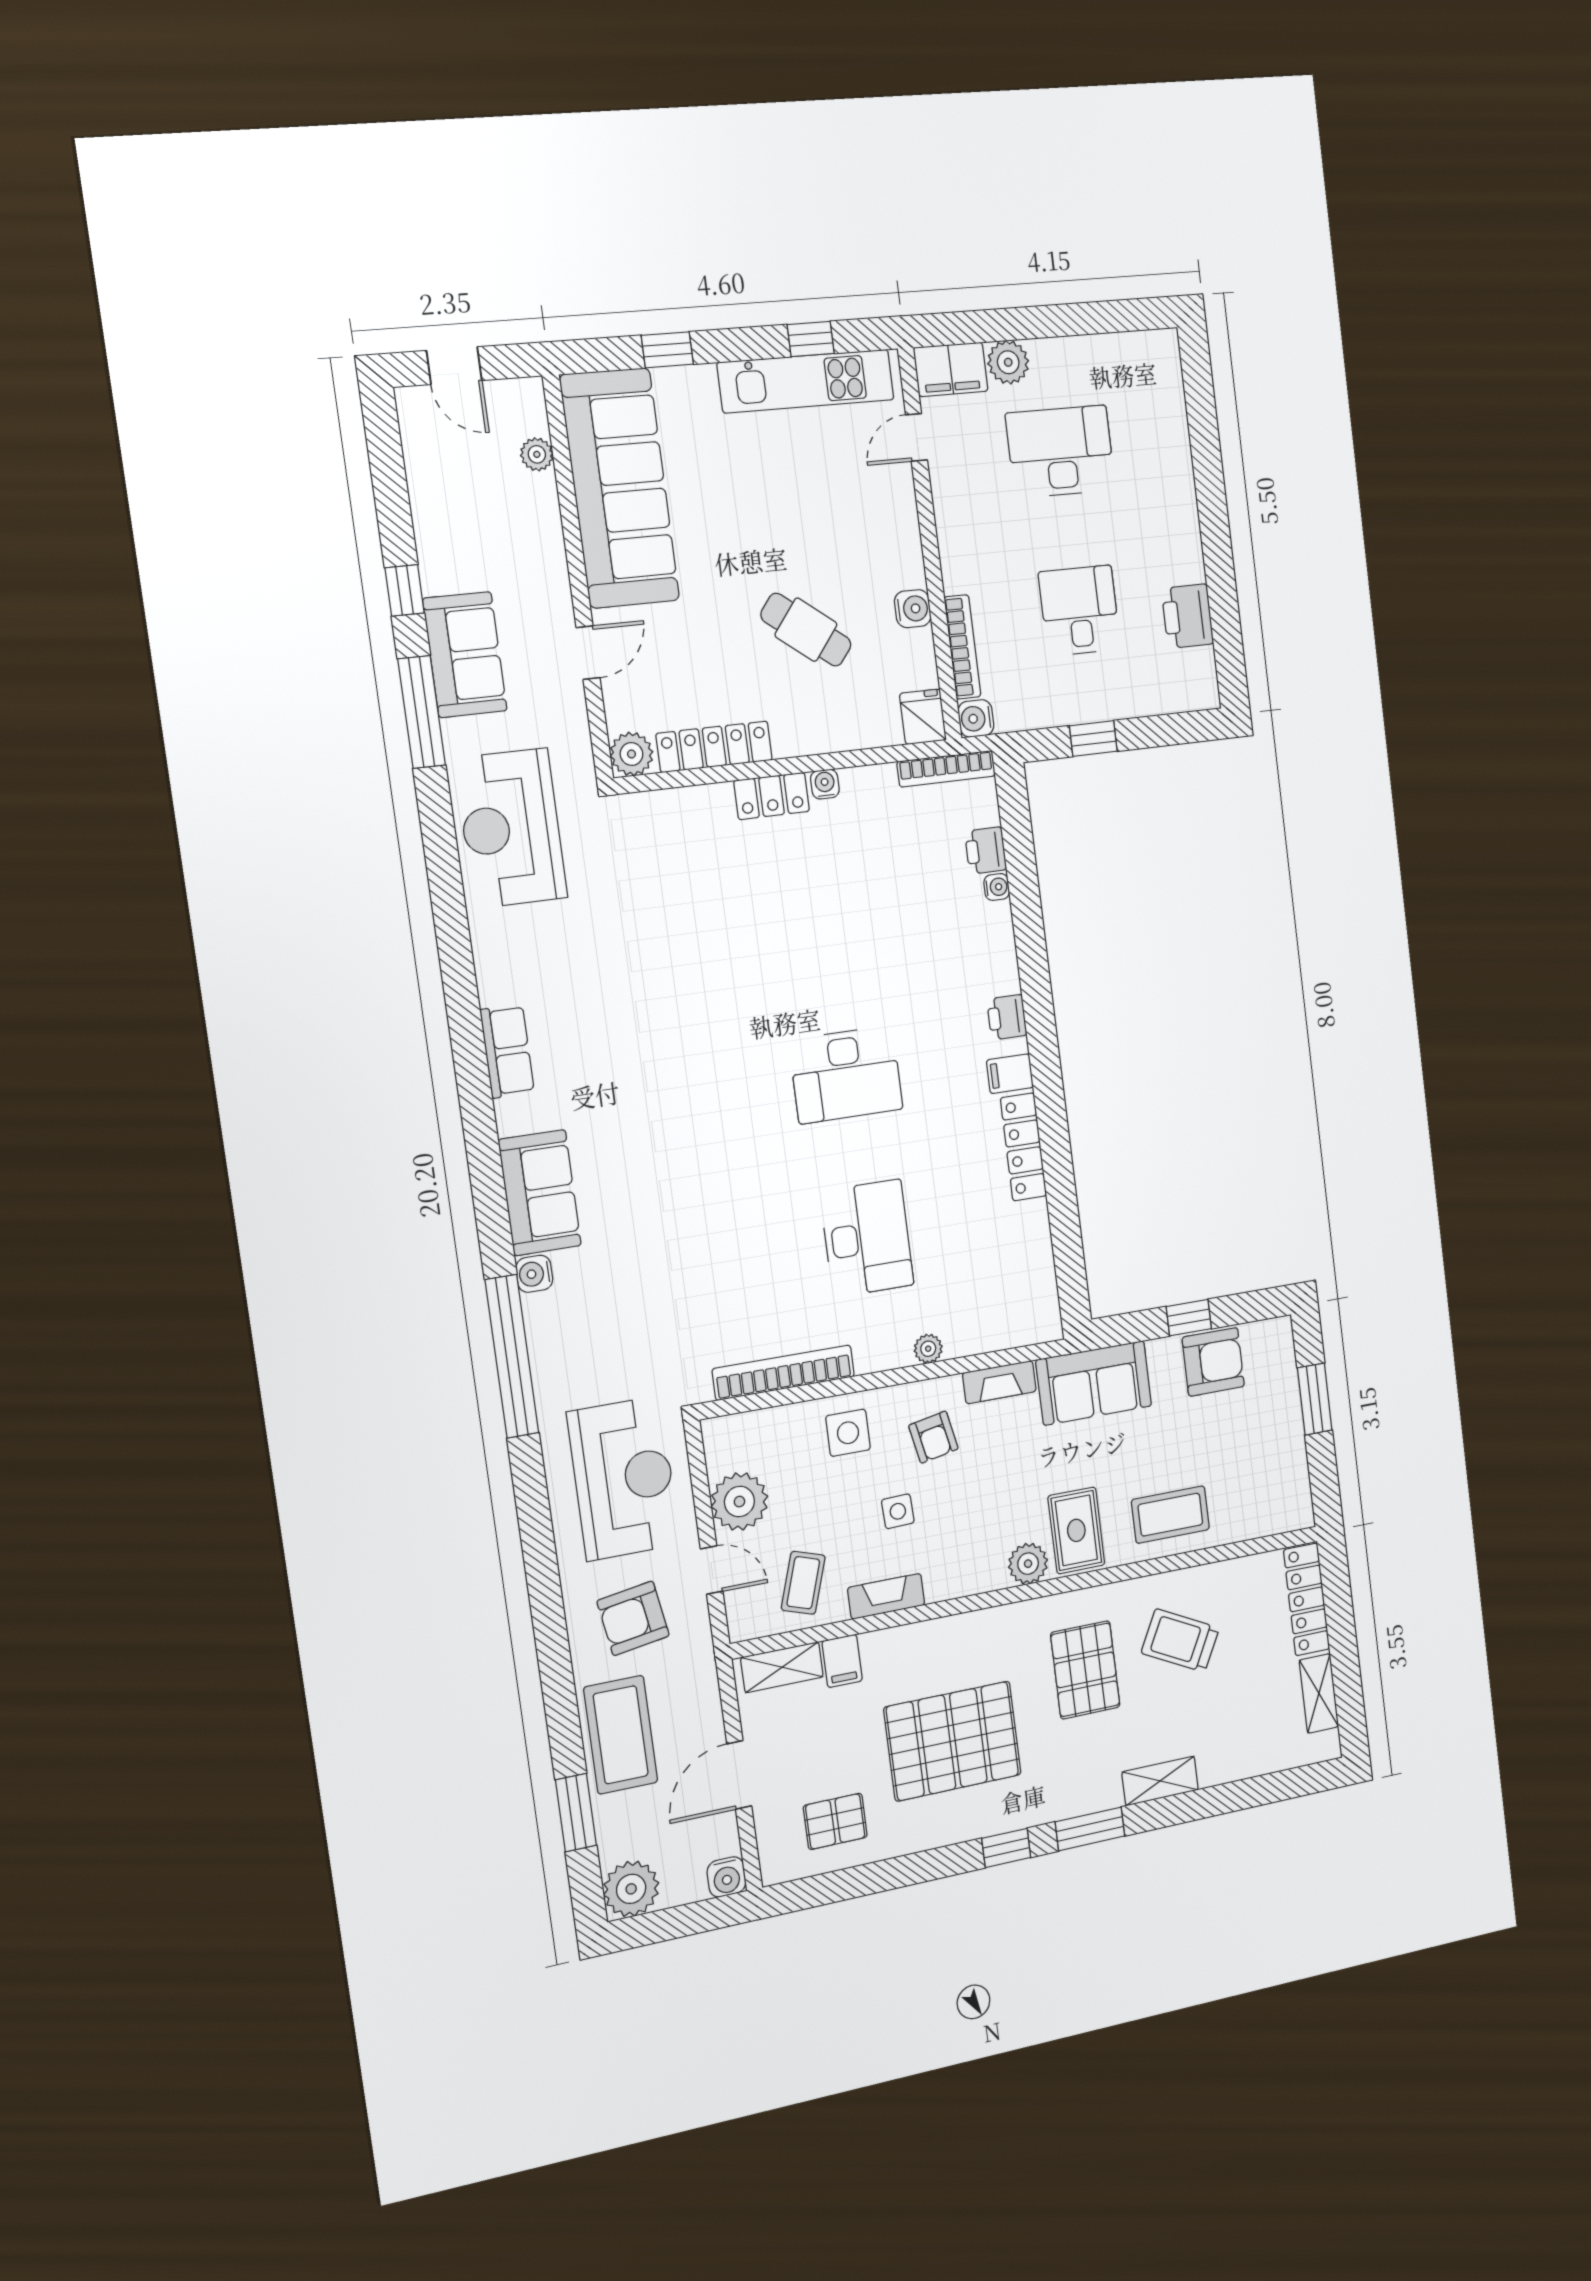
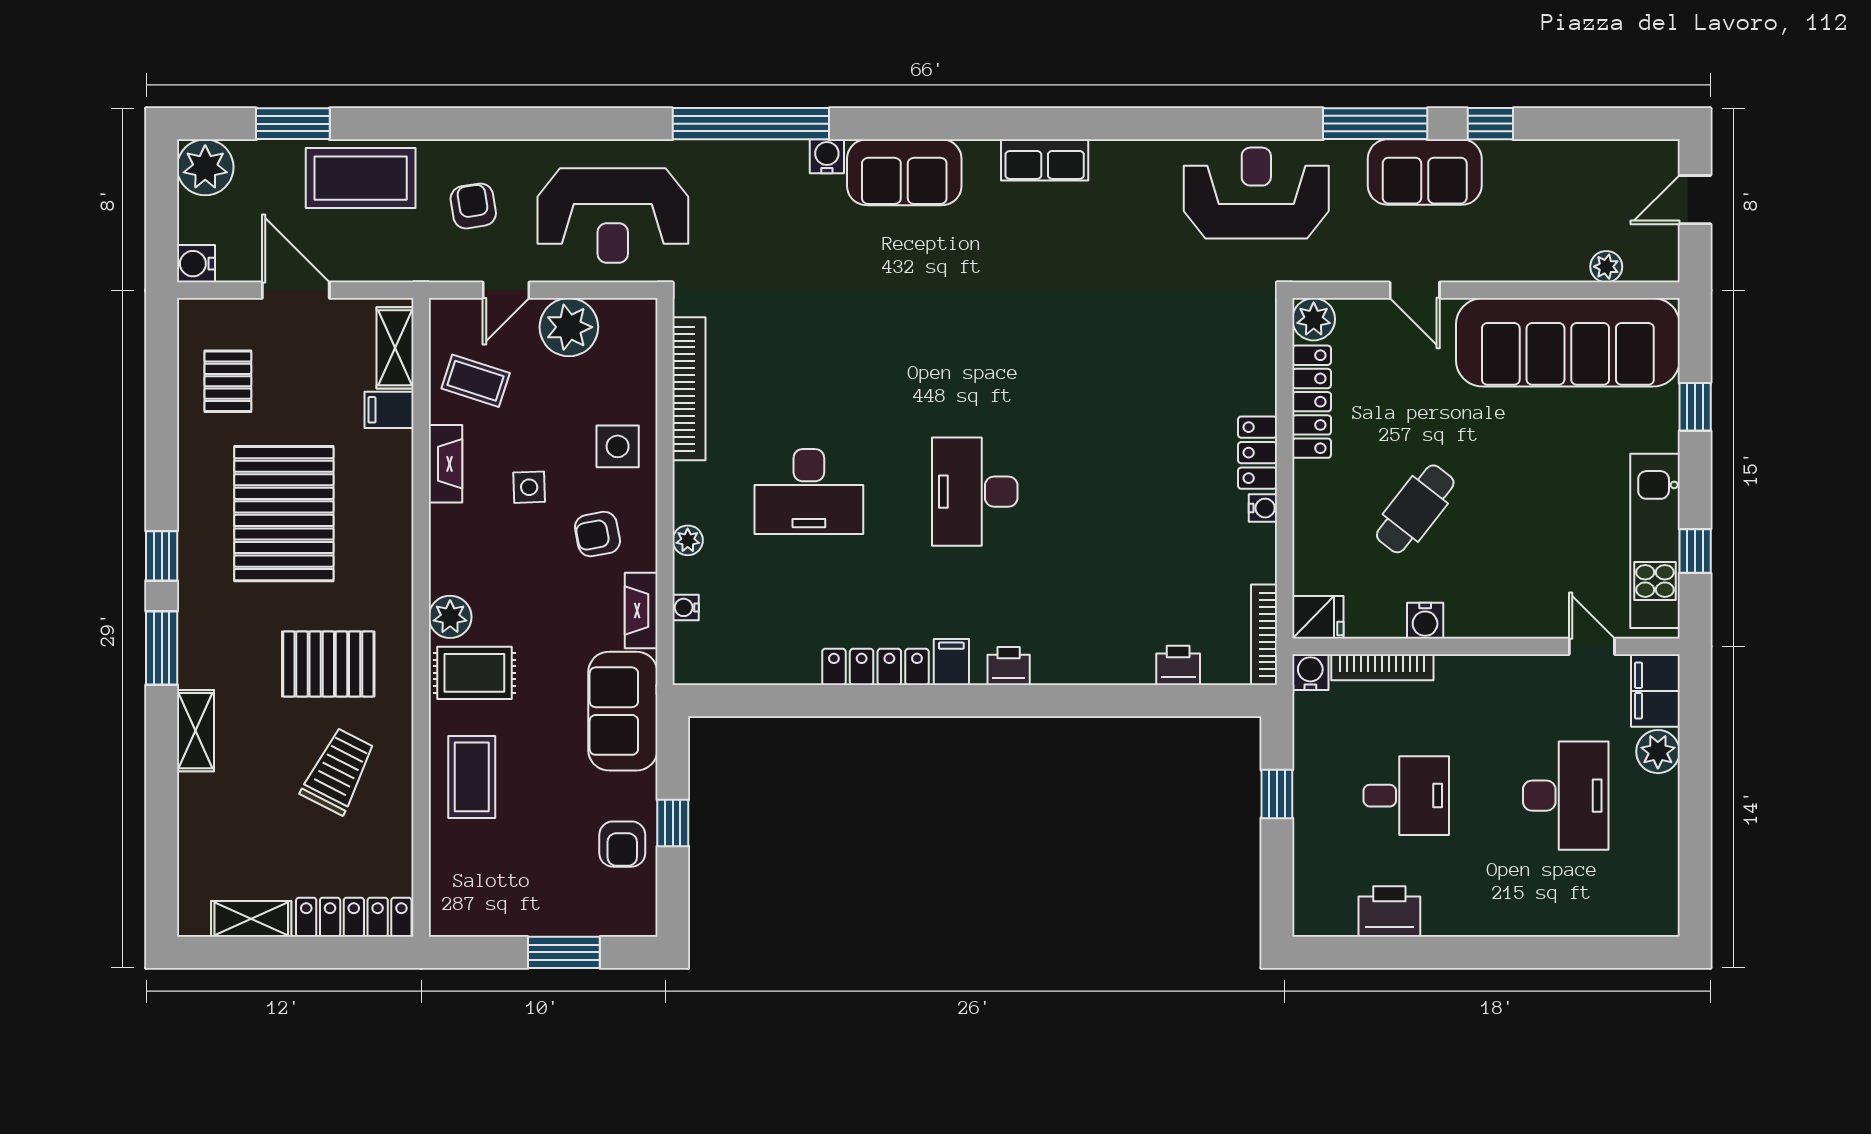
water cooler: (997, 887) -> (686, 607), moved, turned 90
armchair: (1213, 1362) -> (622, 844), width x0.72, depth x0.72
armchair: (633, 1618) -> (473, 206), width x0.72, depth x0.72

